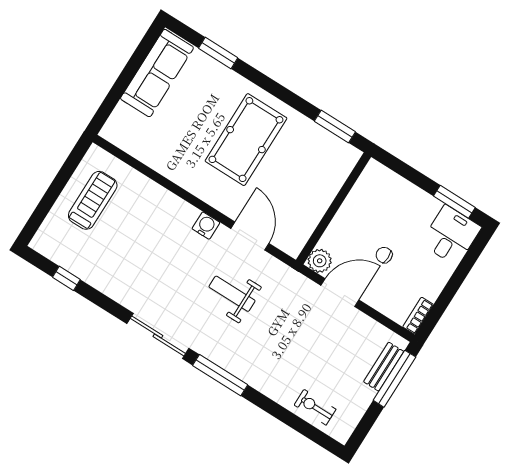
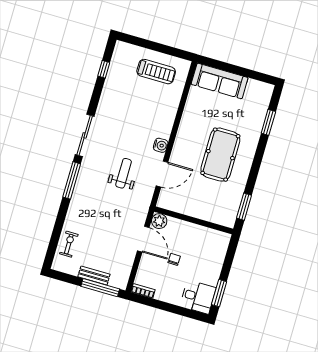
sofa: (157, 73) -> (220, 81), moved
pool table: (246, 140) -> (220, 155), turned 90
bench: (384, 367) -> (94, 275), moved

